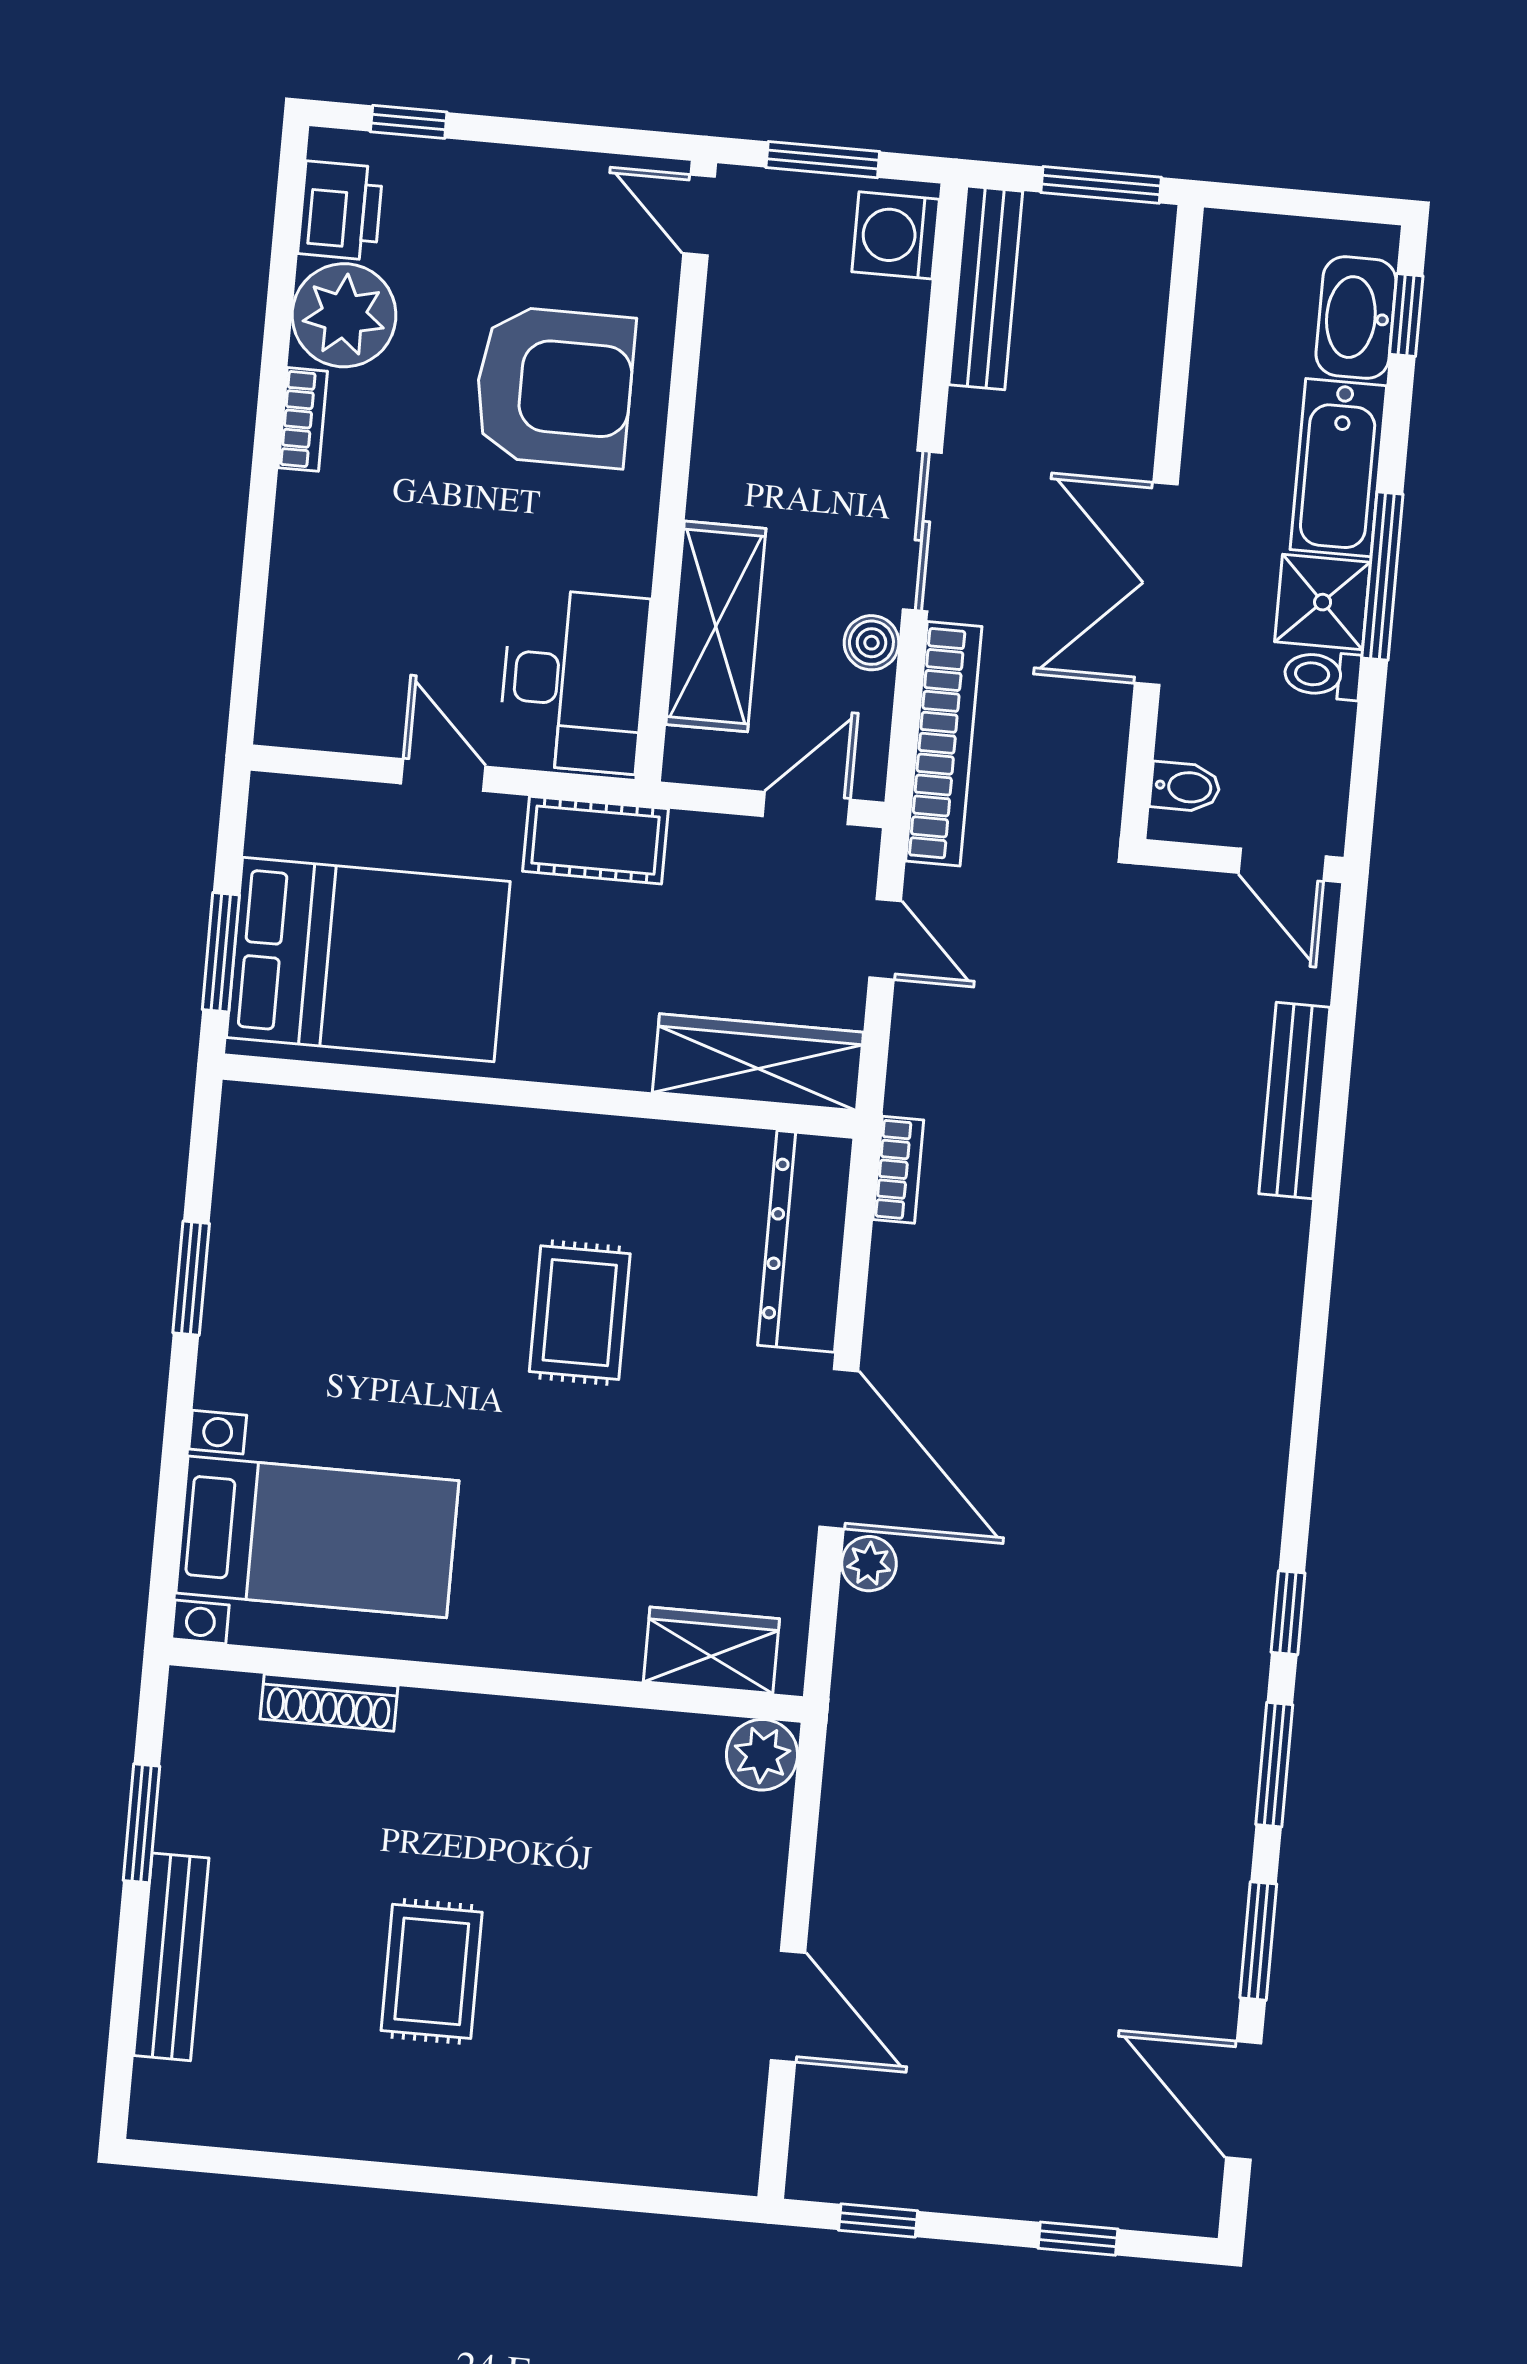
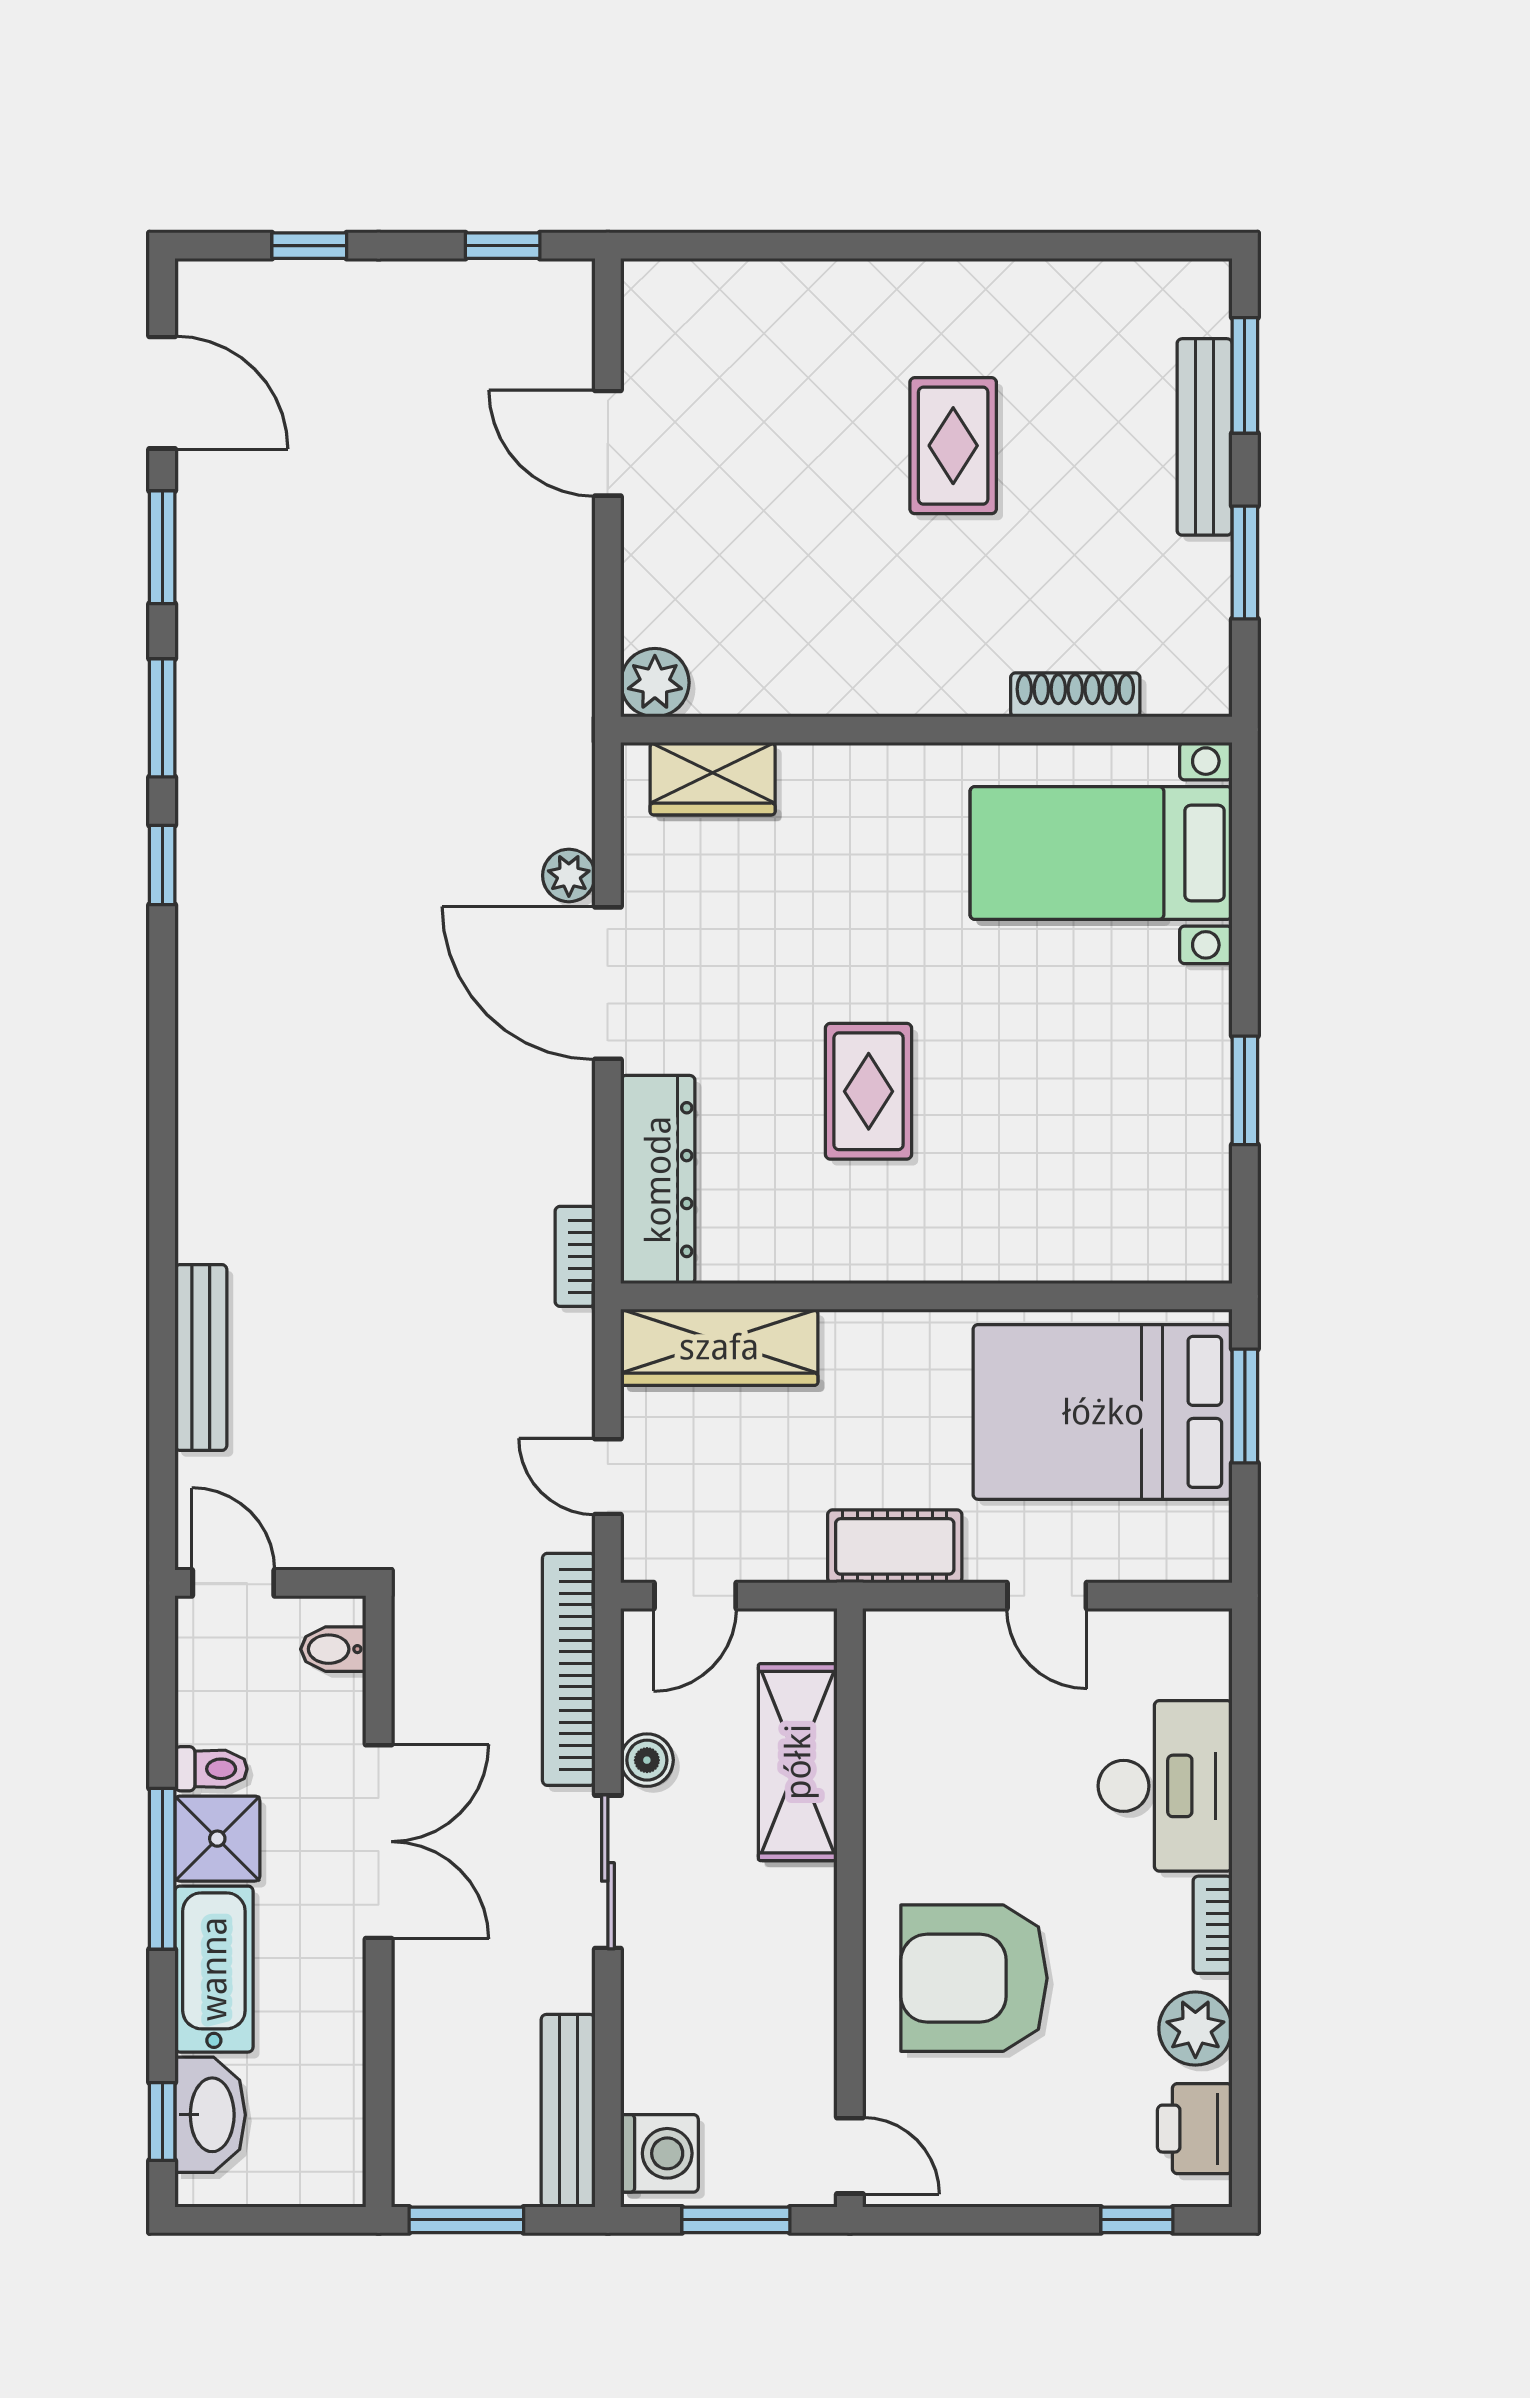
plant: (344, 315) -> (1195, 2029), width x0.73, depth x0.73
desk: (574, 681) -> (1165, 1786), moved, turned 180
window: (124, 2017) -> (1245, 375), added

